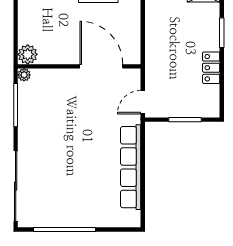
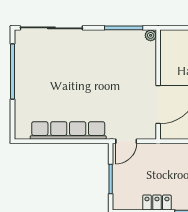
plant: (28, 54) -> (169, 39), removed
door: (143, 102) -> (126, 141), swing flipped

